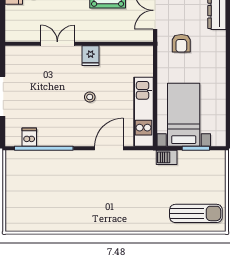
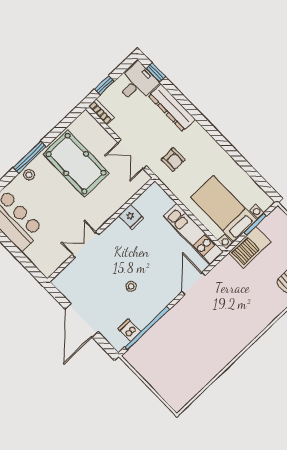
fridge: (91, 56) -> (131, 217), moved
stool: (90, 97) -> (131, 286), moved
barbecue: (167, 157) -> (250, 247), width x1.88, depth x1.53

